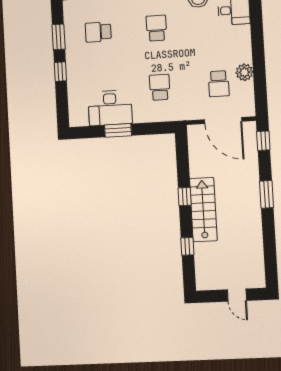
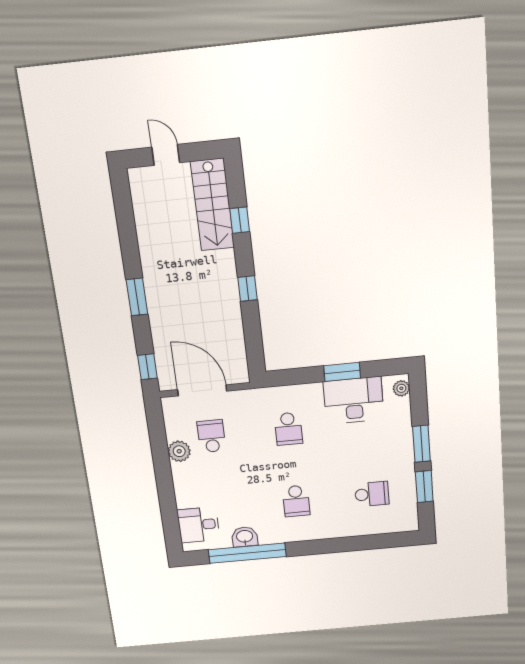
window: (60, 72) -> (421, 444), width x1.50
plant: (75, 116) -> (401, 388), added
stairs: (203, 210) -> (212, 205), moved

